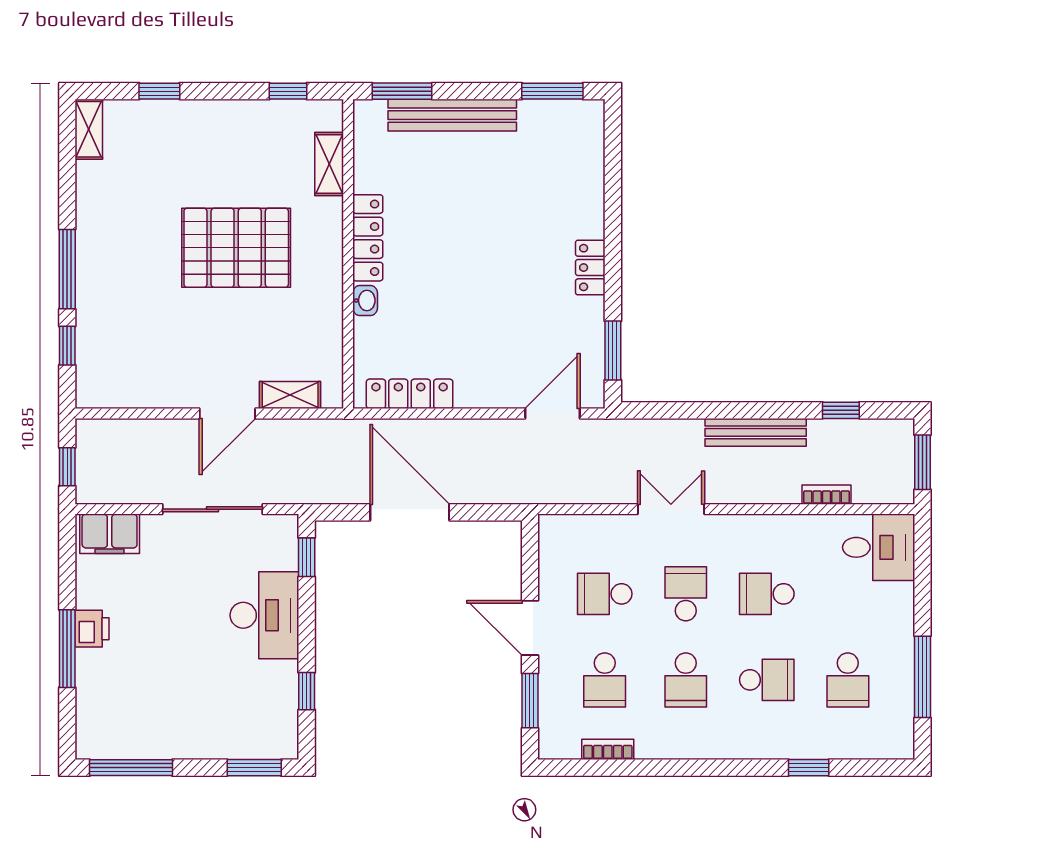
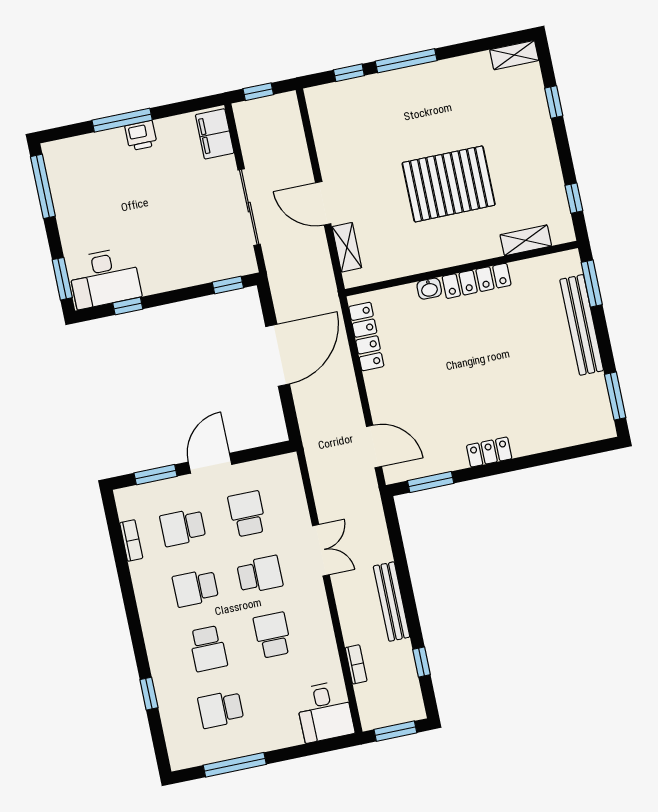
pallet: (236, 248) -> (449, 184), turned 90
desk: (264, 615) -> (105, 278), moved

